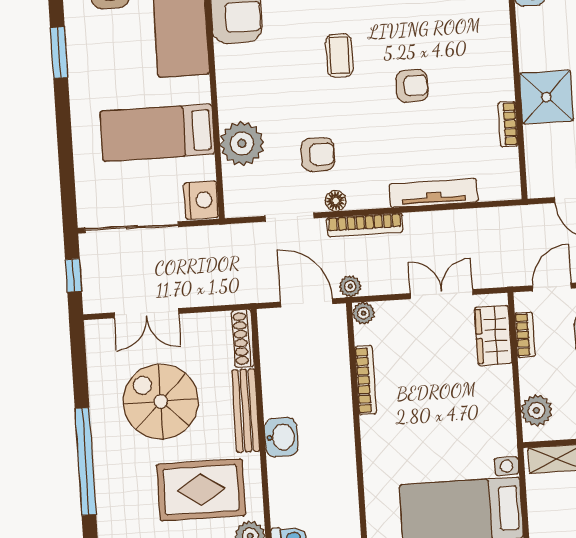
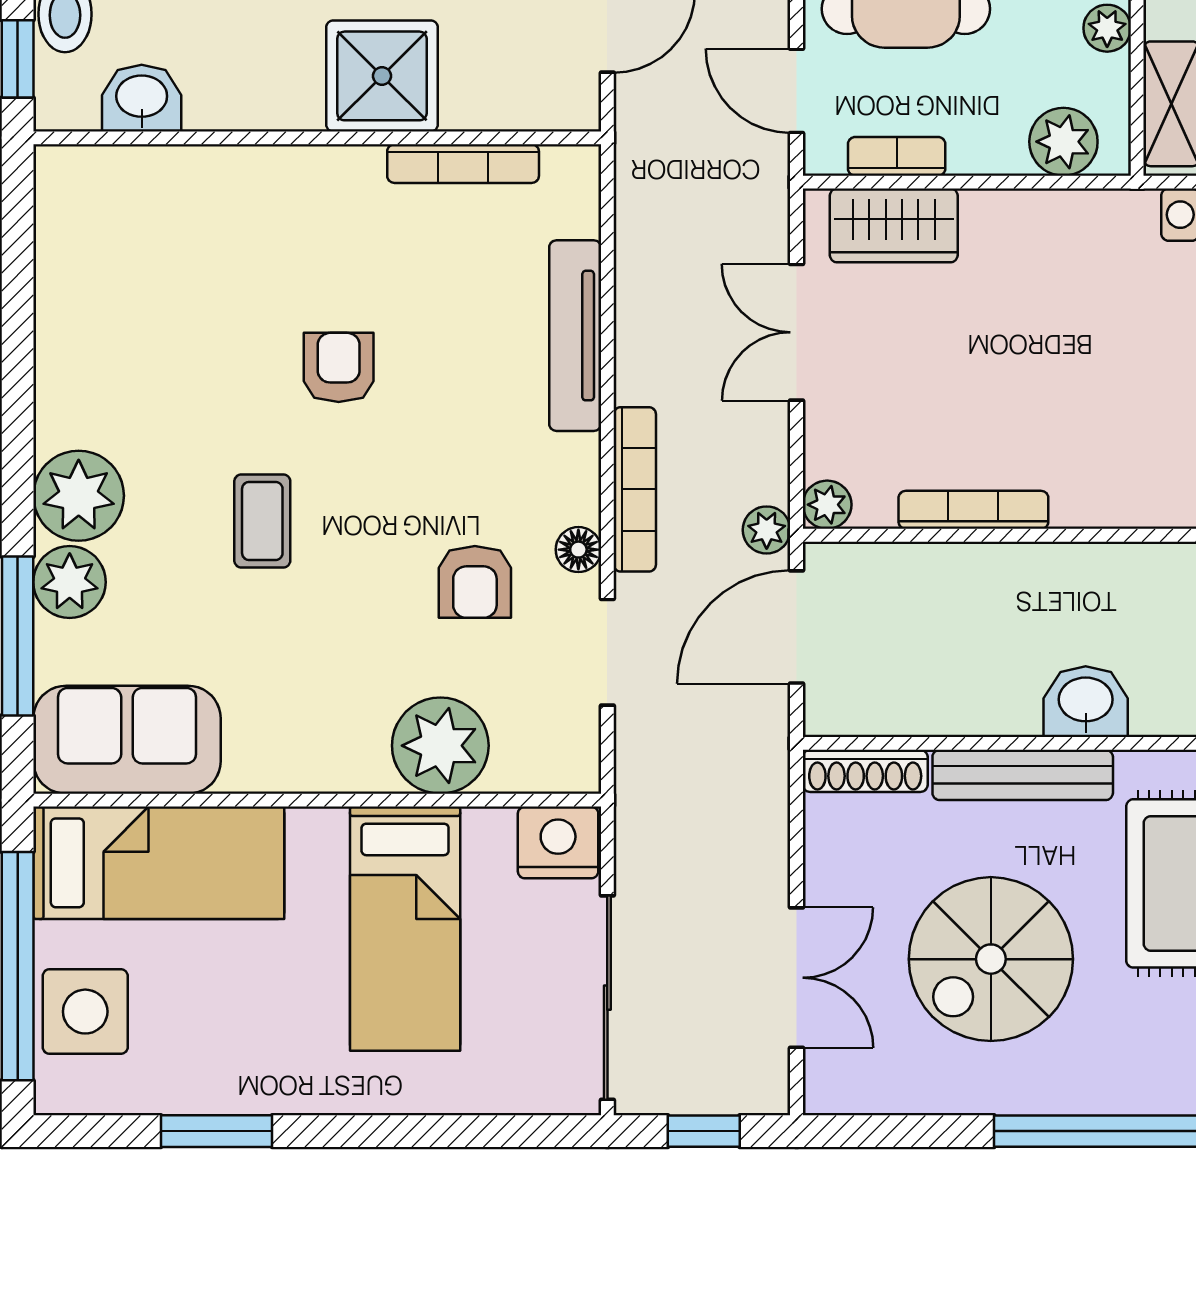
coffee table: (339, 55) -> (262, 521), turned 90
bookcase: (508, 124) -> (463, 164), width x1.56
armchair: (318, 154) -> (475, 582), turned 180

